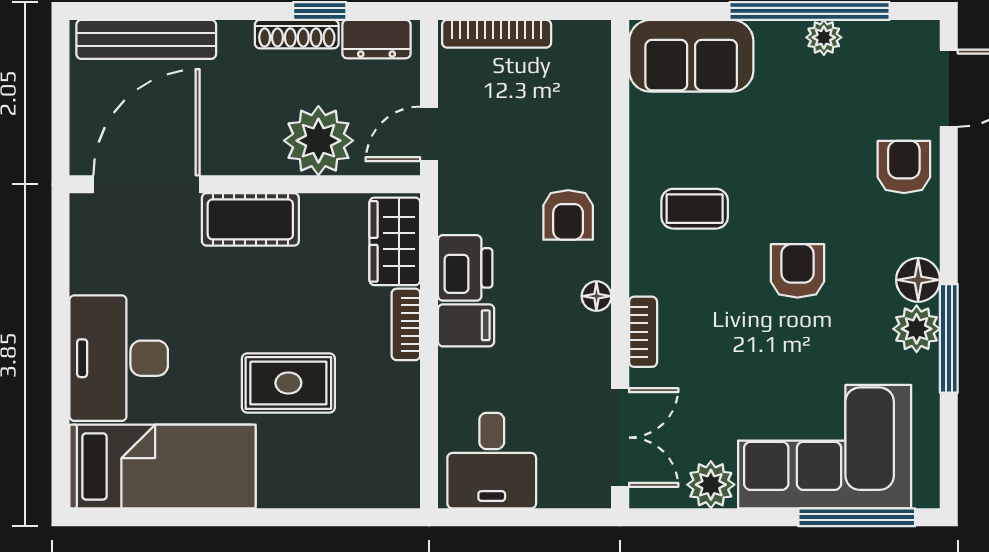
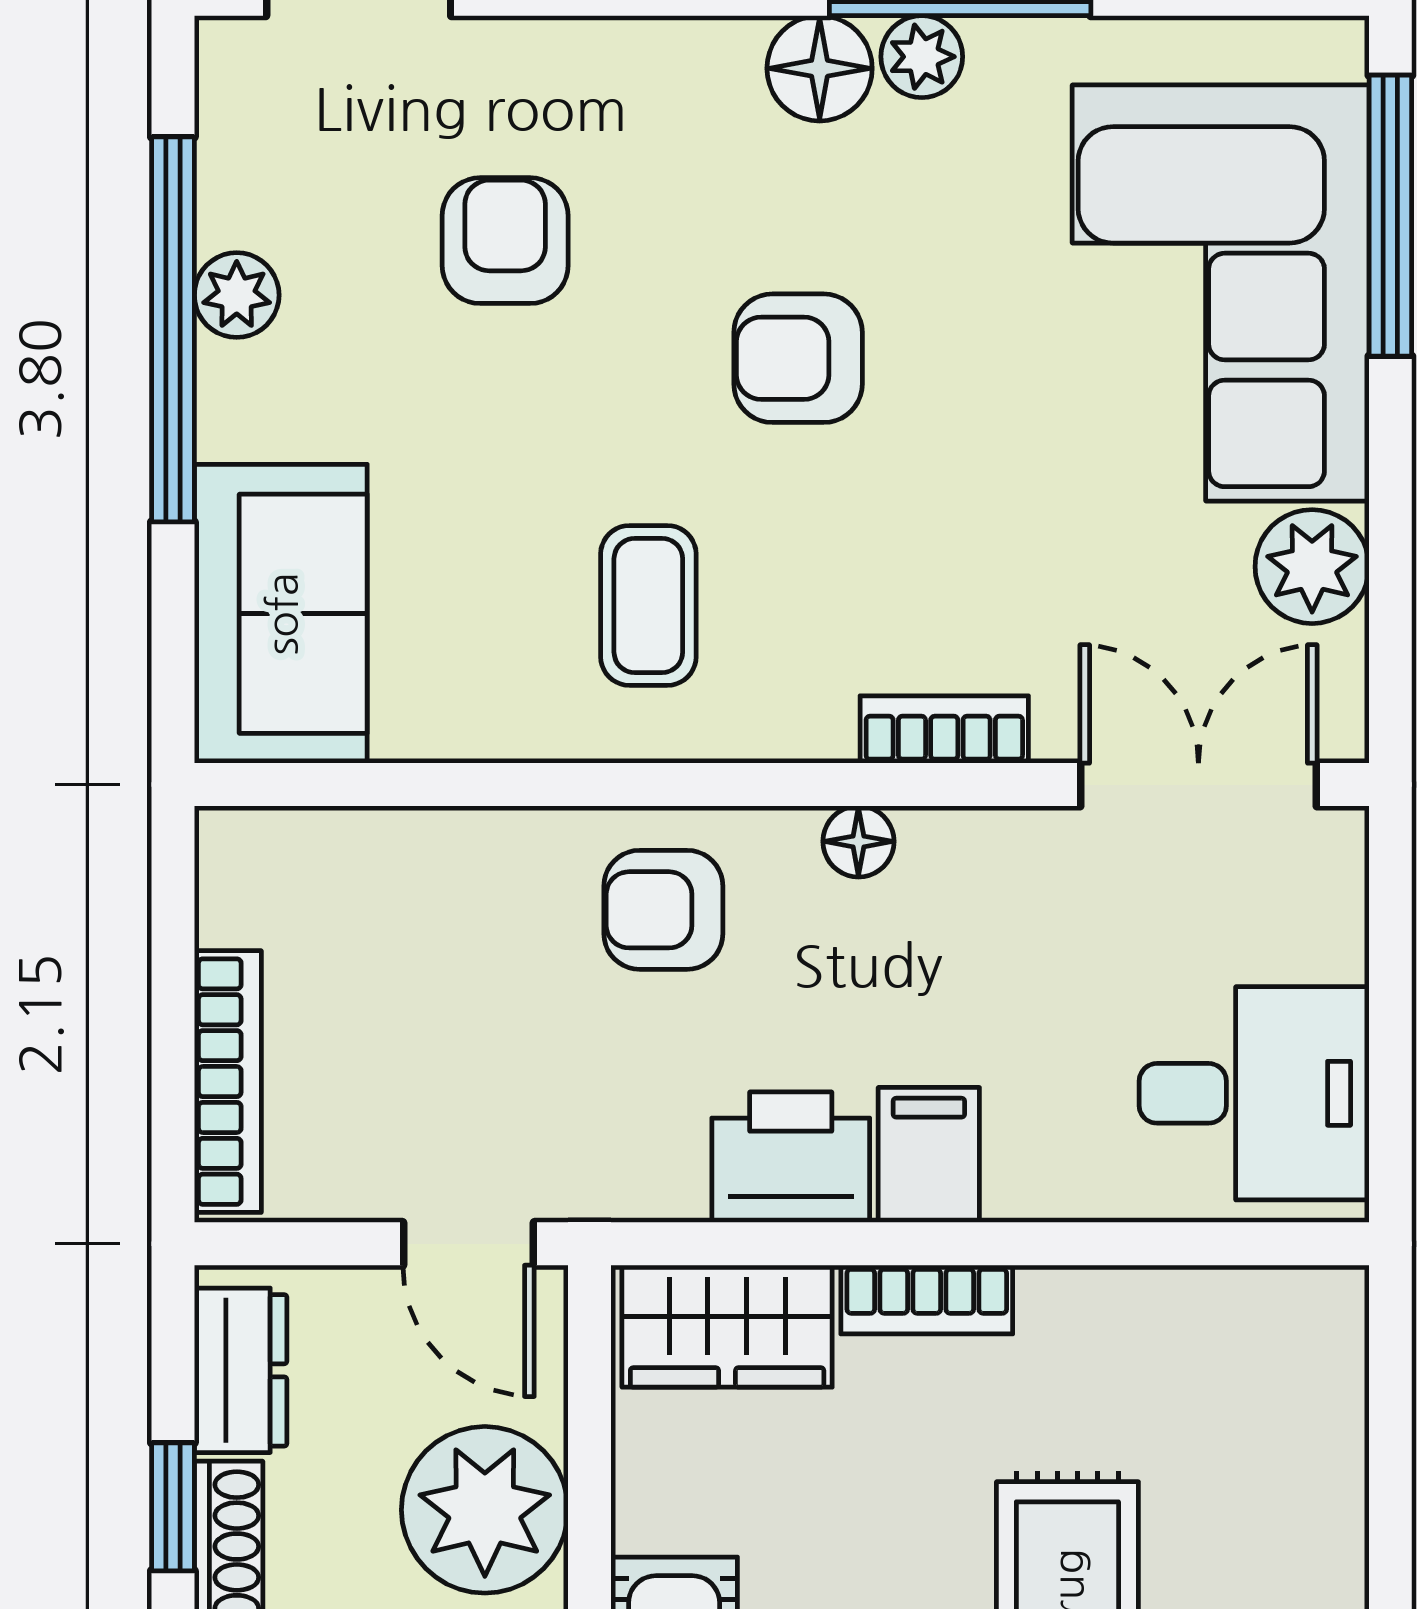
armchair: (904, 167) -> (505, 241), moved, turned 90
armchair: (568, 215) -> (663, 910), turned 180
plant: (917, 329) -> (922, 57), width x0.73, depth x0.73

